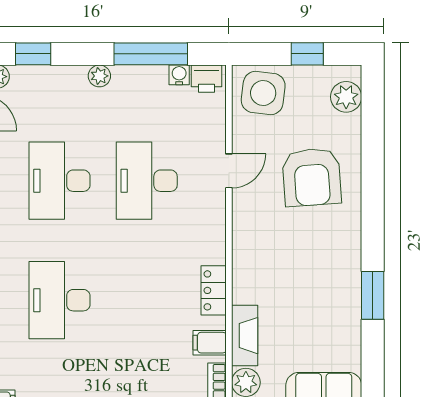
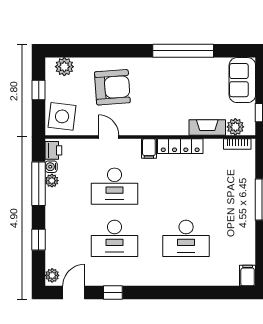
window: (33, 54) -> (39, 240), moved
plant: (99, 76) -> (52, 181), moved
locker: (214, 290) -> (180, 146), width x1.53
window: (373, 295) -> (183, 51), width x2.11
filing cabinet: (210, 343) -> (149, 148), moved

